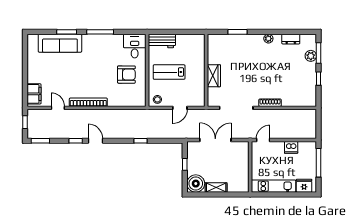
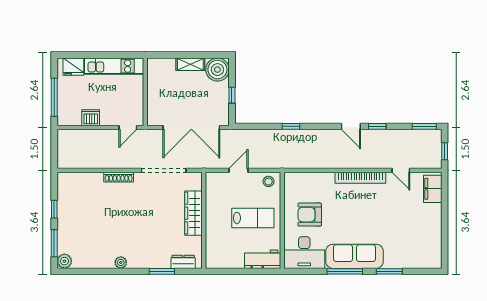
dresser: (291, 39) -> (183, 262), moved
sofa: (60, 43) -> (355, 256), moved
desk: (135, 46) -> (304, 253), width x1.37
plant: (311, 56) -> (64, 261), moved
wardrobe: (214, 76) -> (193, 213), width x1.50
double door: (215, 140) -> (191, 128), width x1.36

